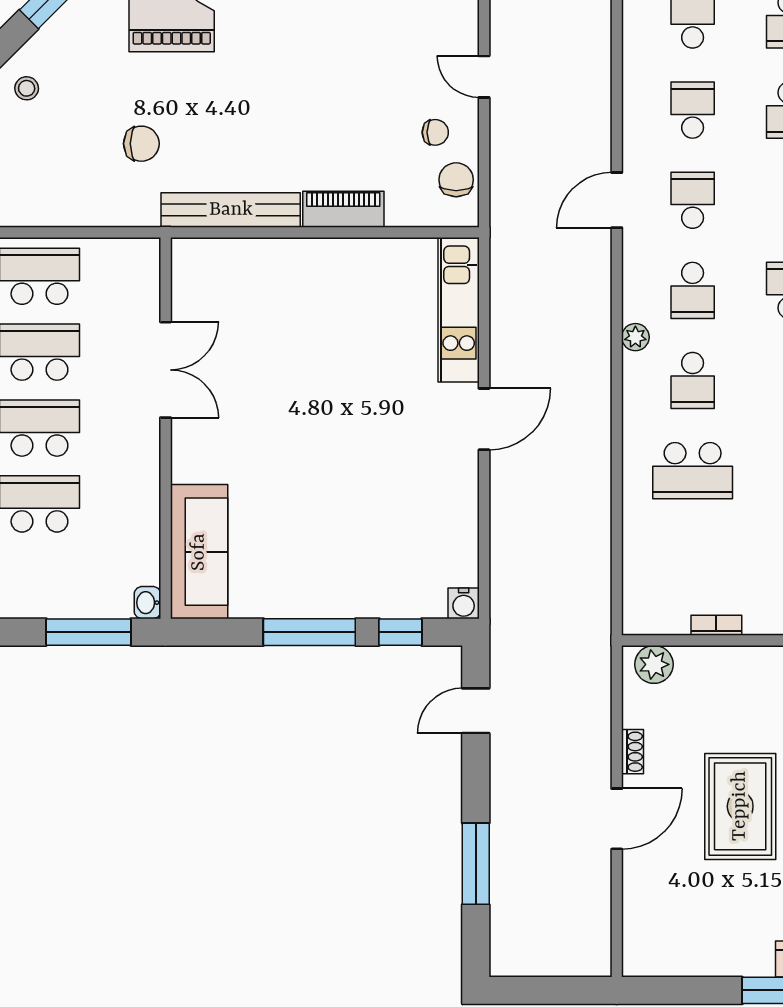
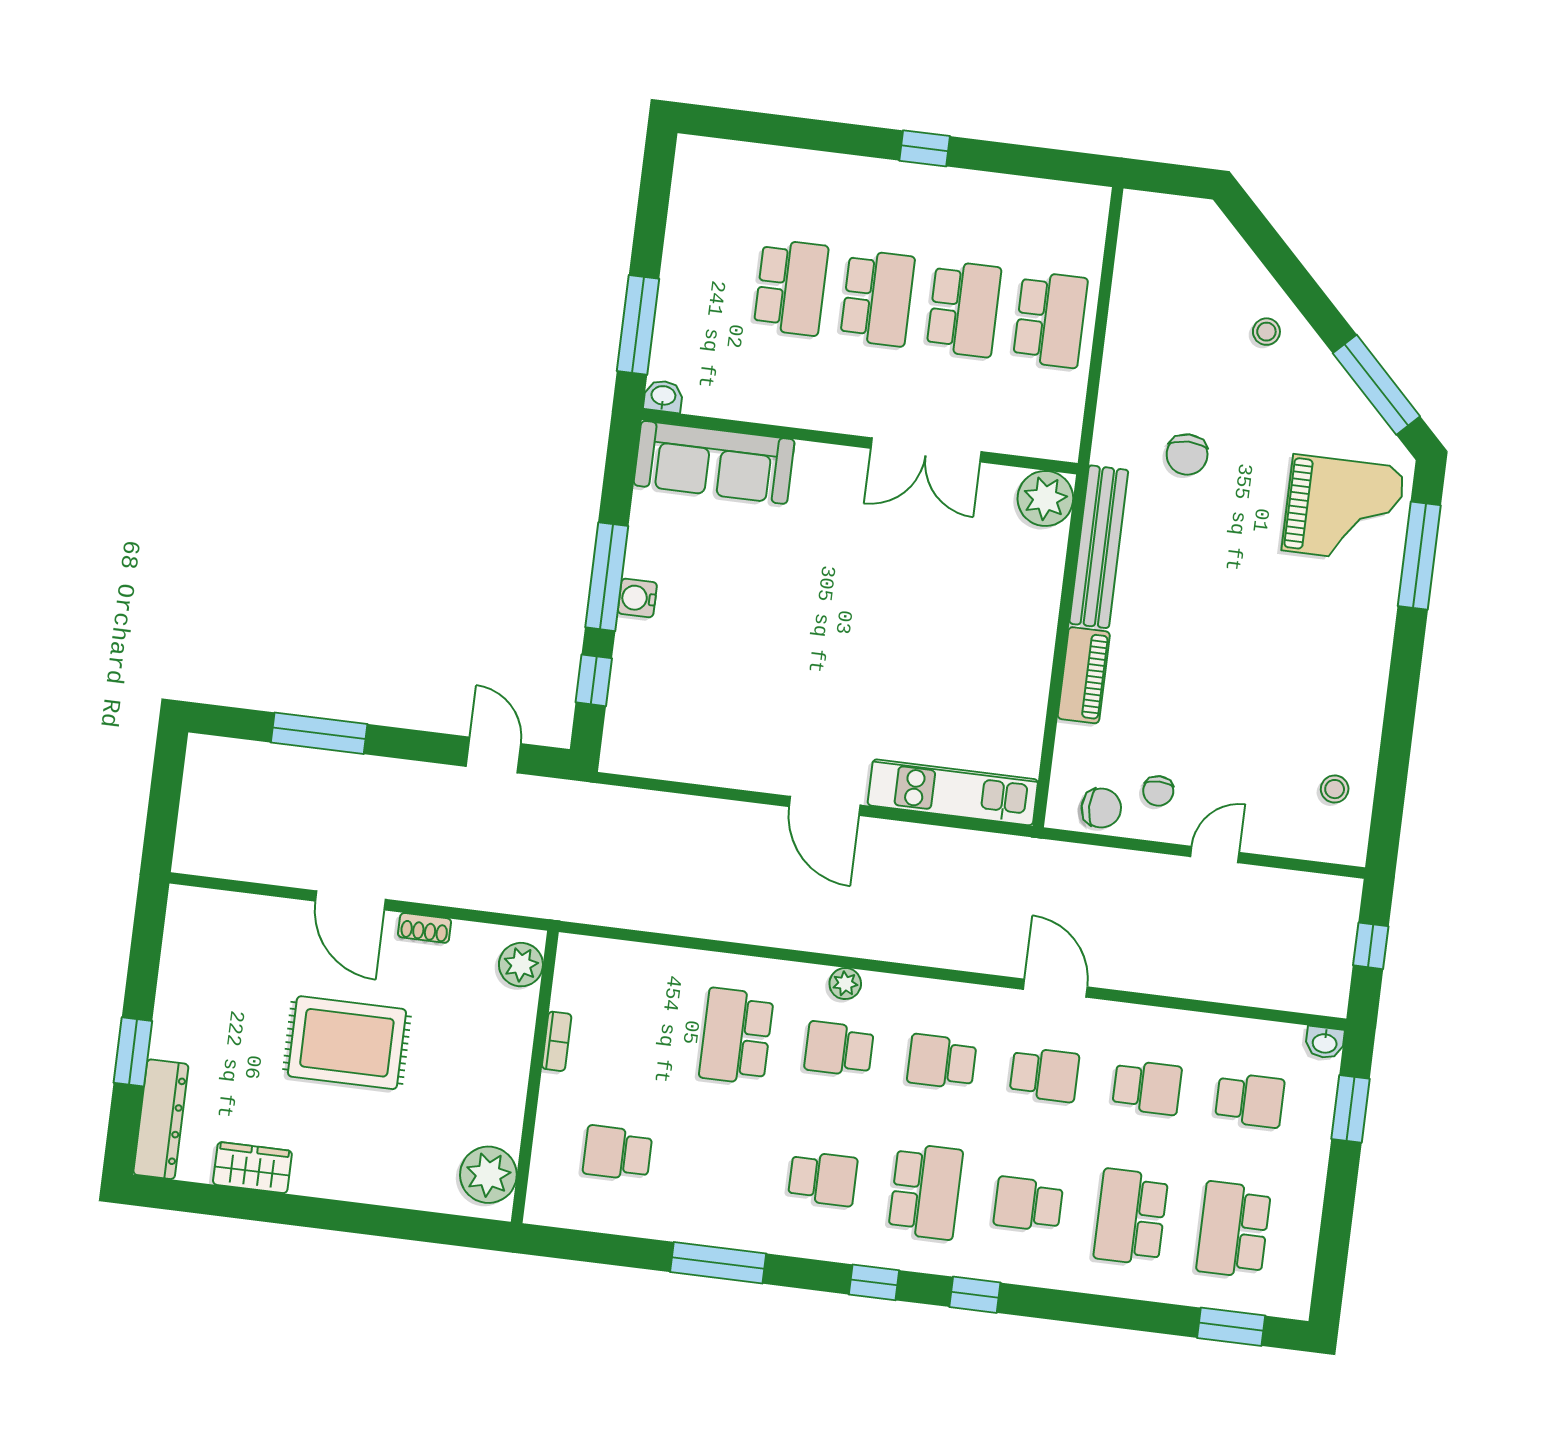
plant: (195, 261) -> (1045, 498), added
plant: (635, 337) -> (845, 984), moved
water cooler: (464, 603) -> (637, 598), moved

